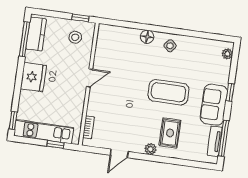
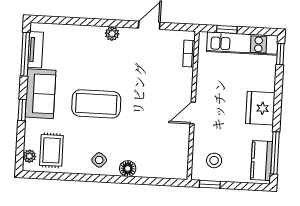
rug: (170, 133) -> (51, 150), moved

